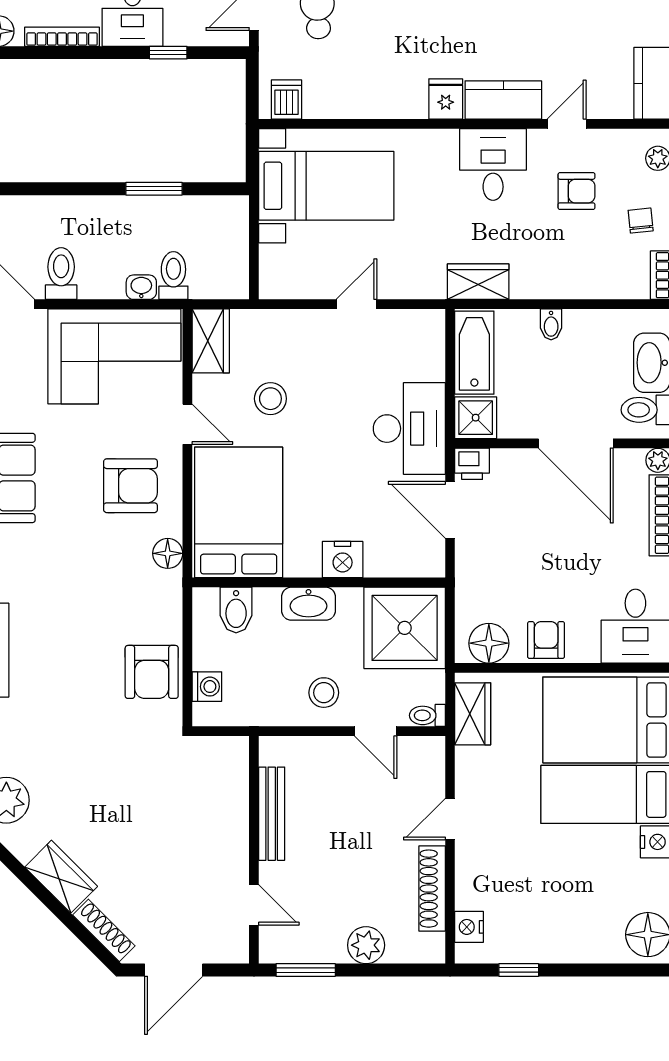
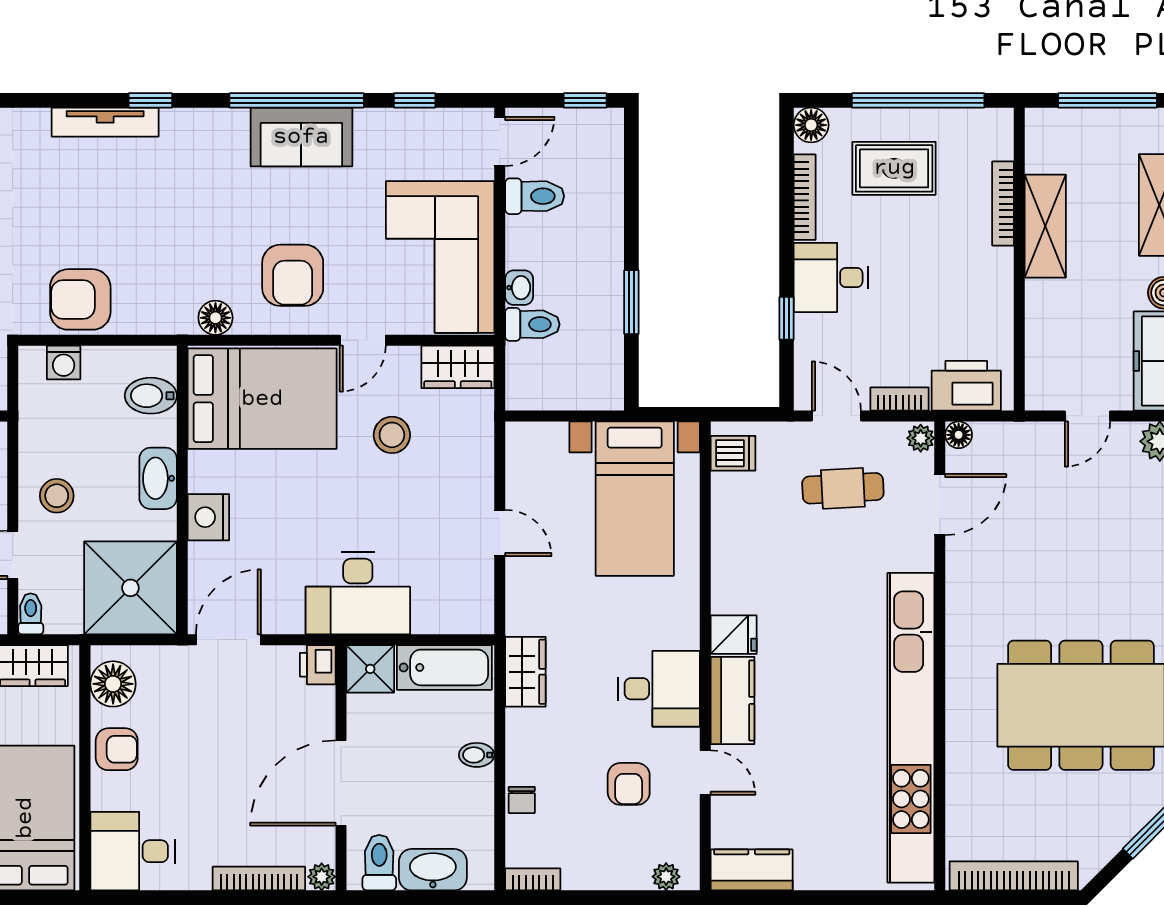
chair: (641, 221) -> (522, 800), moved, turned 96
door: (450, 510) -> (228, 640), moved

